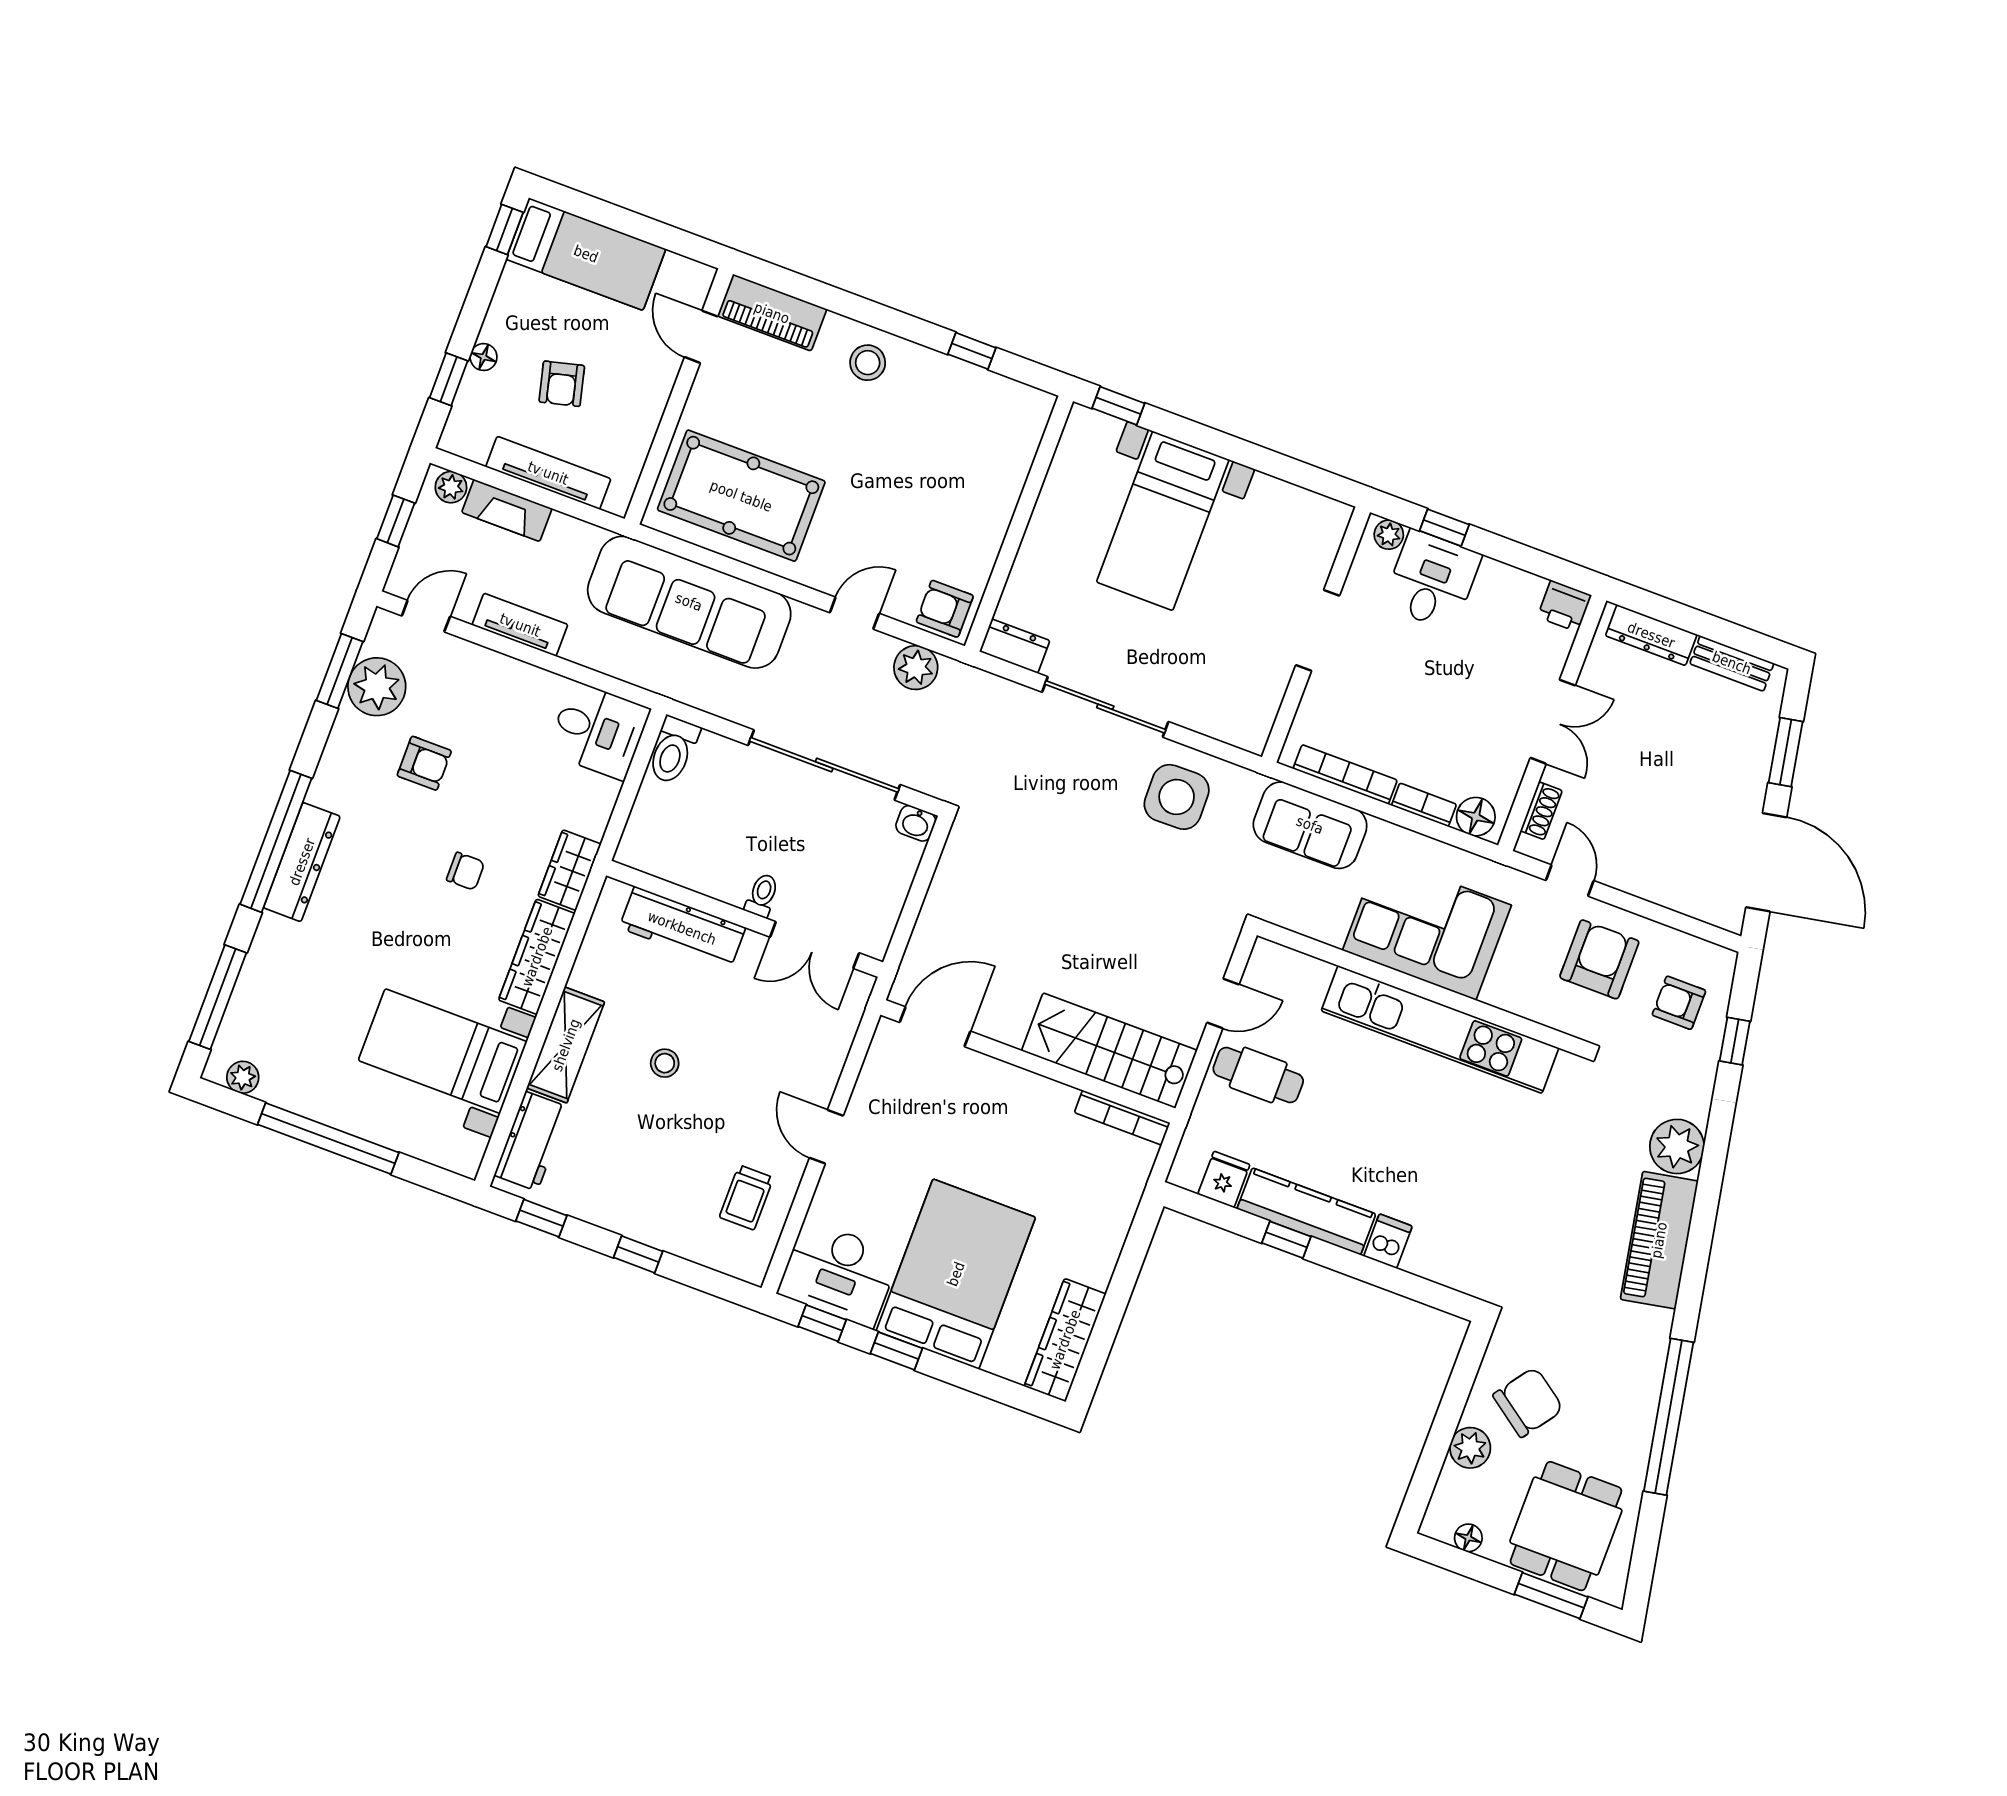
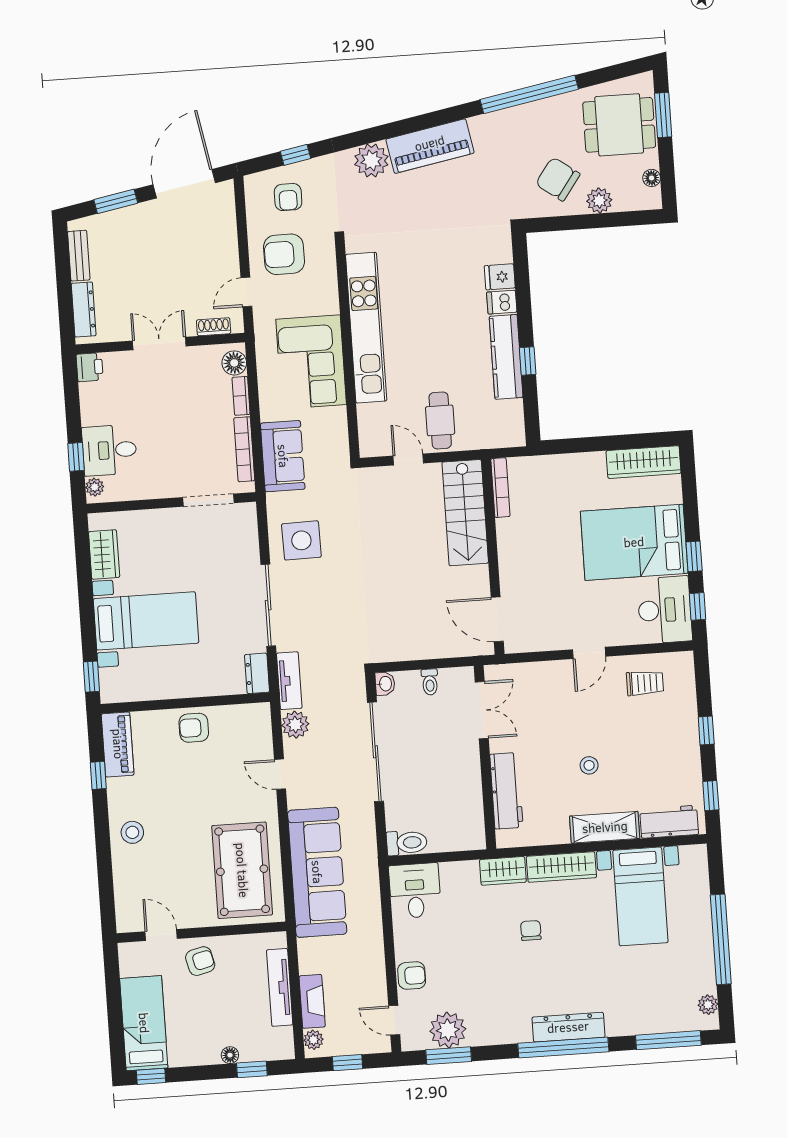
piano: (772, 313) -> (118, 744), moved
door: (701, 337) -> (161, 935), swing flipped
armchair: (562, 384) -> (200, 961), moved
wardrobe: (1286, 504) -> (104, 554), added
armchair: (945, 609) -> (194, 728), moved, turned 90
tv unit: (520, 625) -> (289, 681), moved, turned 180
doorway: (1318, 630) -> (208, 500), moved
armchair: (424, 763) -> (412, 976), moved, turned 90
toilet: (762, 895) -> (430, 682), moved, turned -90
fridge: (1224, 1179) -> (500, 277), moved

